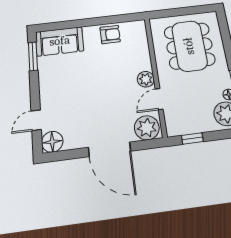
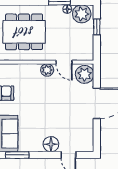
window: (192, 139) -> (97, 27), moved
floor lamp: (52, 142) -> (51, 144), moved

